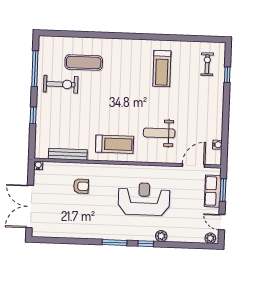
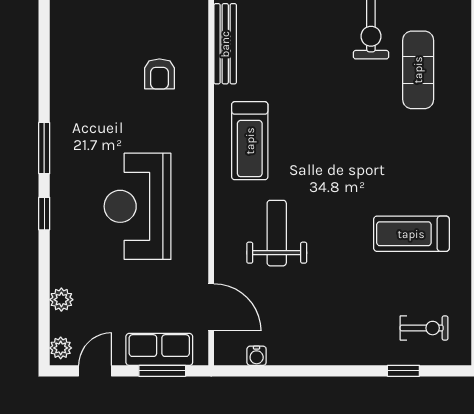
reception desk: (144, 199) -> (138, 206), turned 180
plant: (161, 236) -> (61, 300), moved

